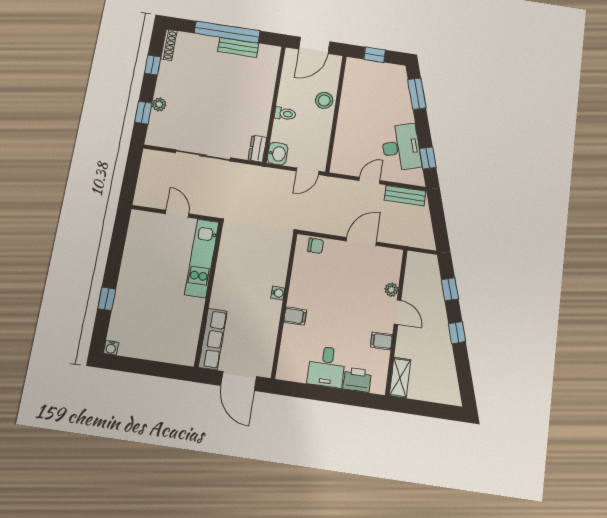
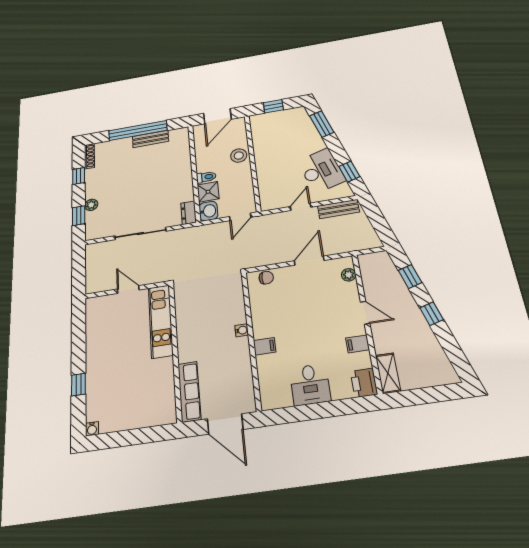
shower: (283, 131) -> (208, 192), added
plant: (391, 290) -> (349, 275), moved
printer: (357, 380) -> (364, 383), moved, turned -90

